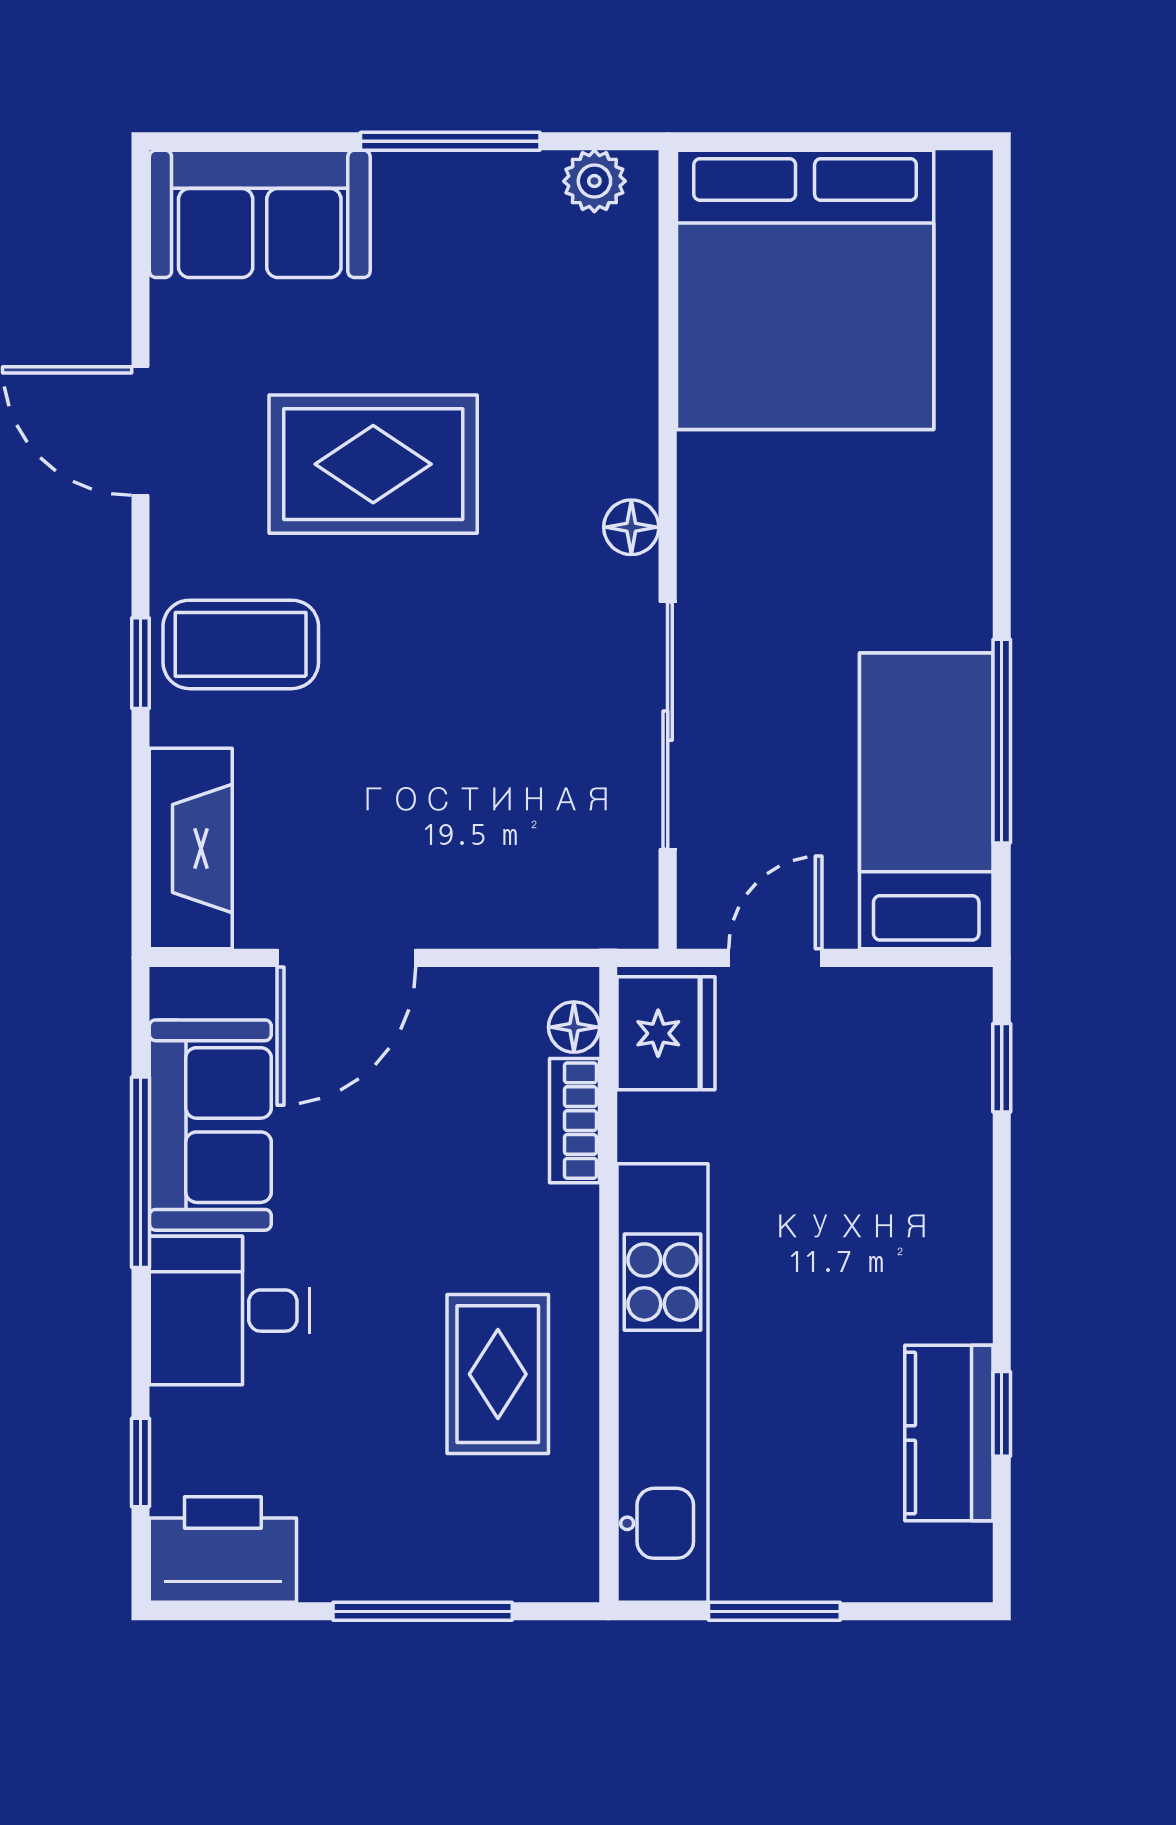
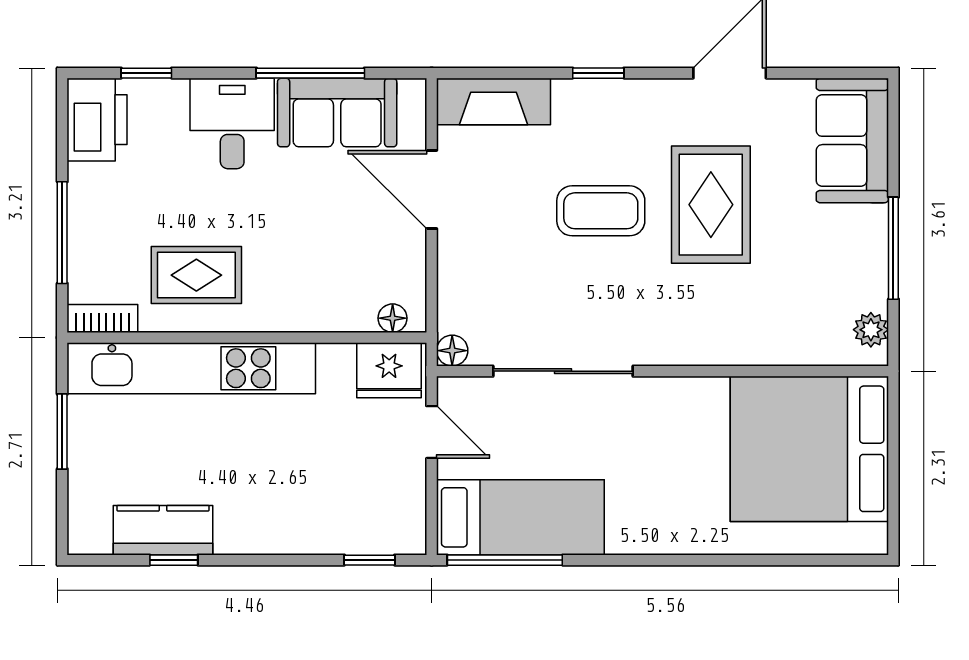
floor lamp: (631, 527) -> (452, 351), moved
coffee table: (241, 644) -> (601, 211), moved, turned 90
window: (1002, 741) -> (505, 560), moved
bookcase: (574, 1121) -> (102, 318), moved

